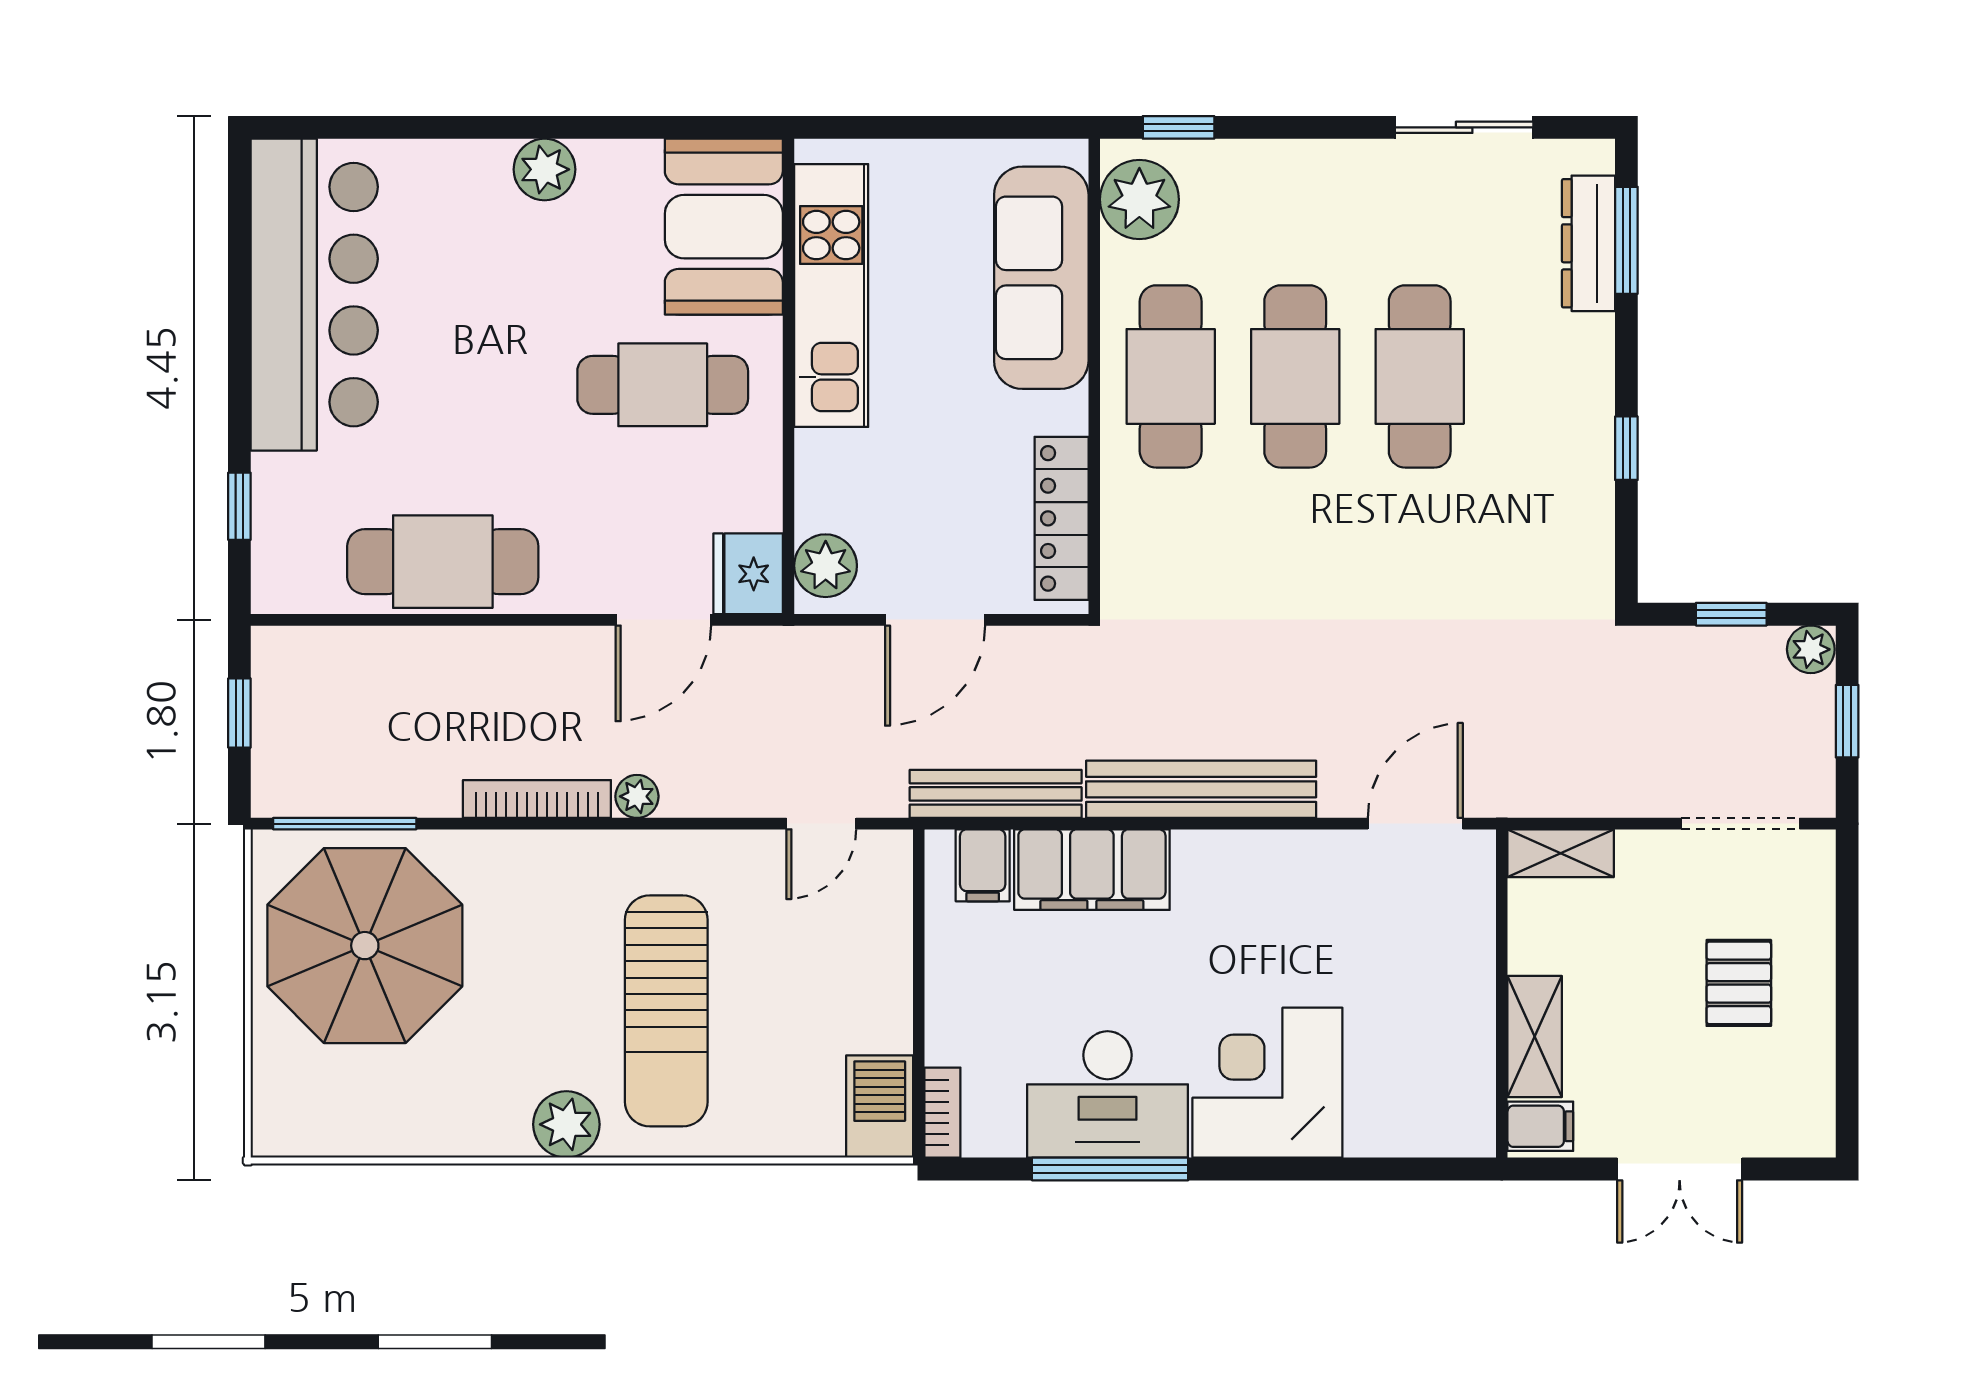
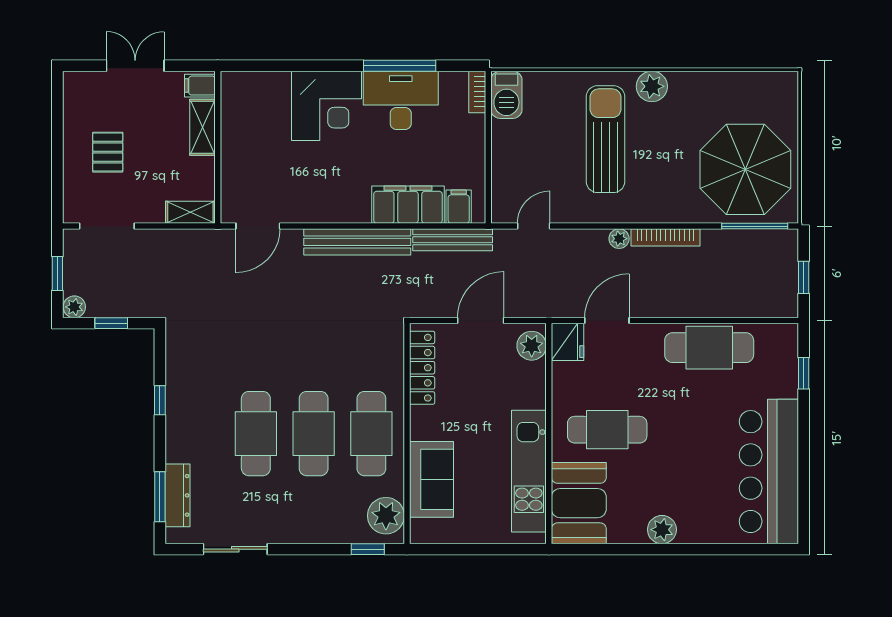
sofa: (1041, 278) -> (431, 479), width x0.73

